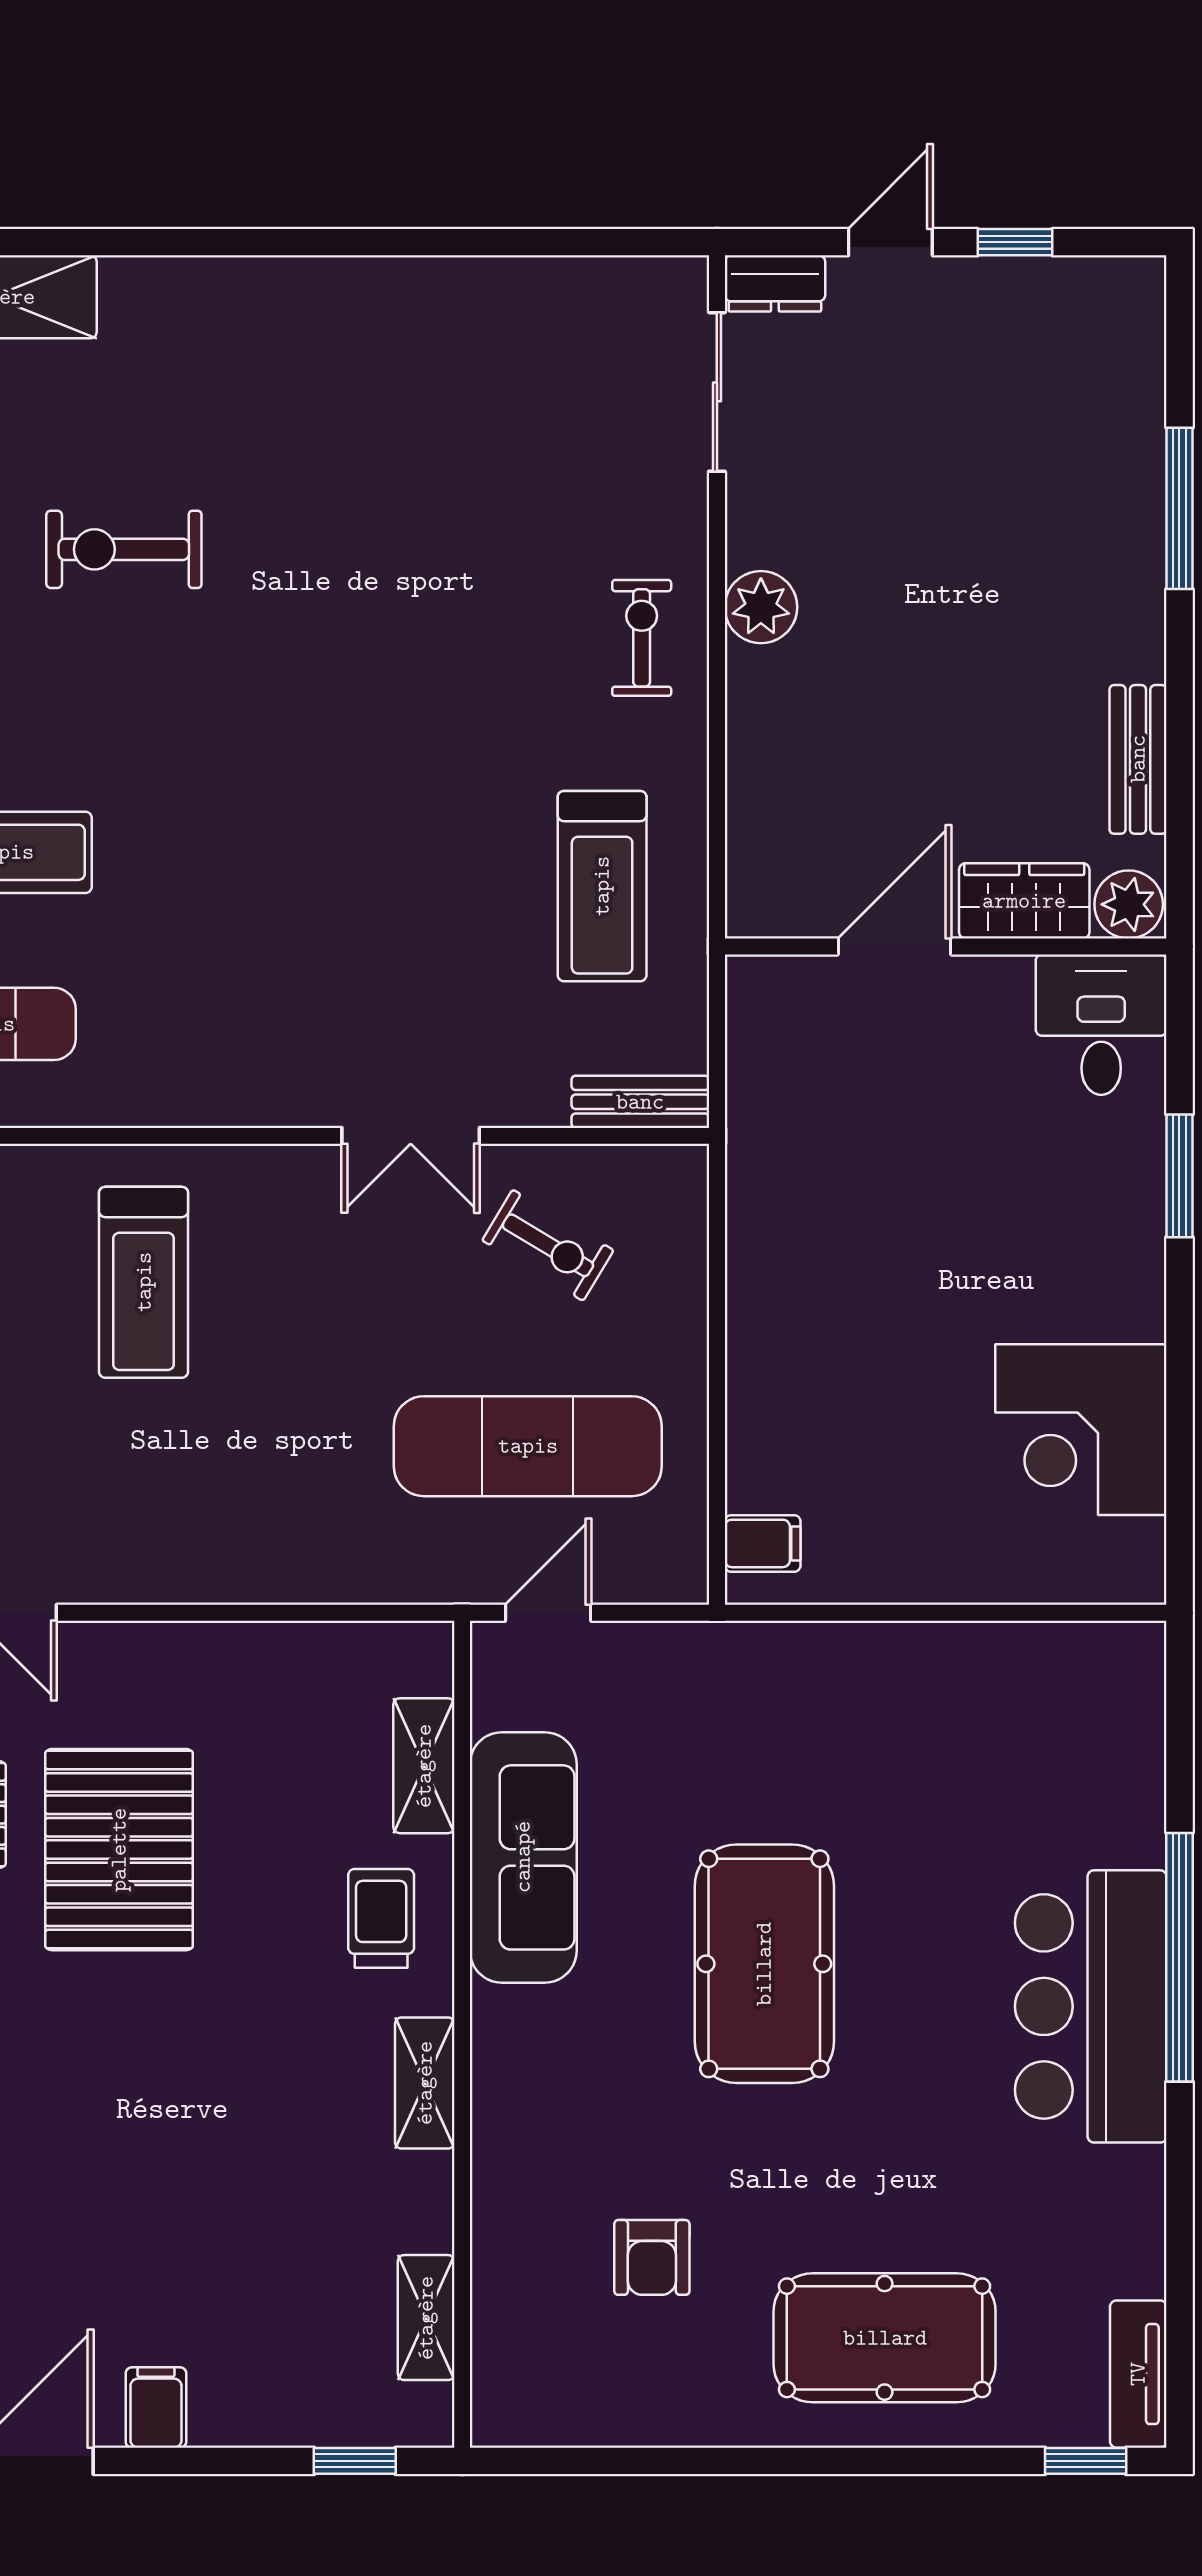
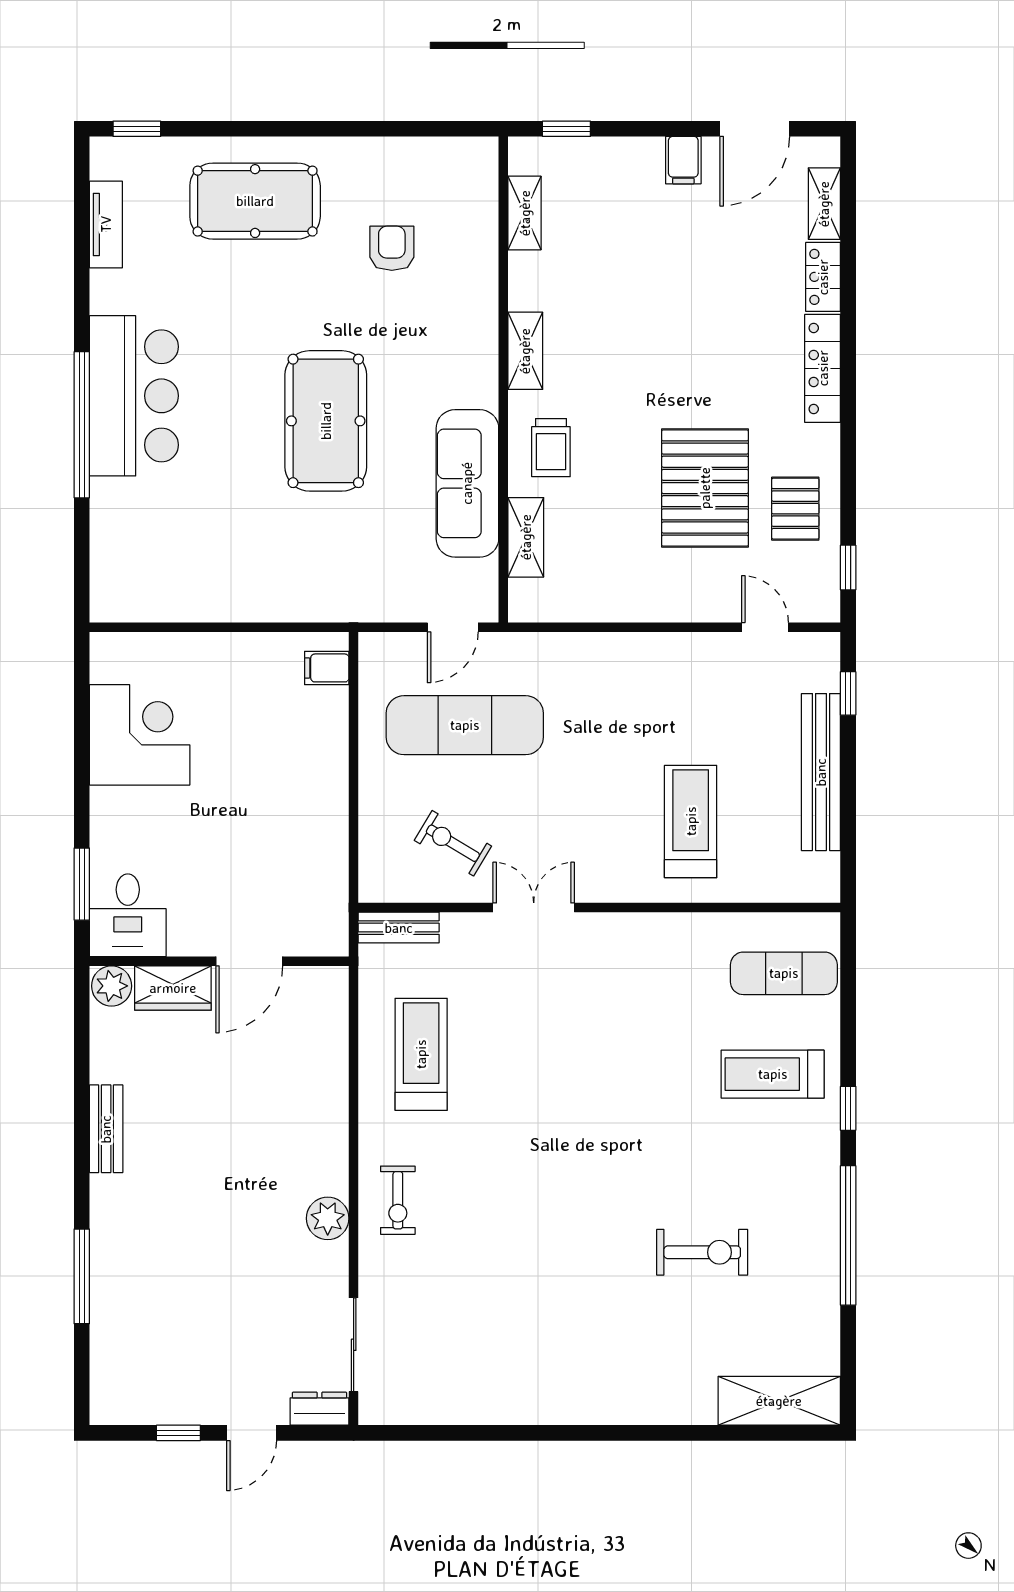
wardrobe: (1024, 901) -> (173, 988), moved
plant: (1129, 904) -> (112, 986), moved
door: (895, 946) -> (249, 961), moved
wall: (946, 946) -> (219, 961), moved
desk: (1101, 1025) -> (128, 915), moved
tv unit: (1138, 2374) -> (106, 224), moved

